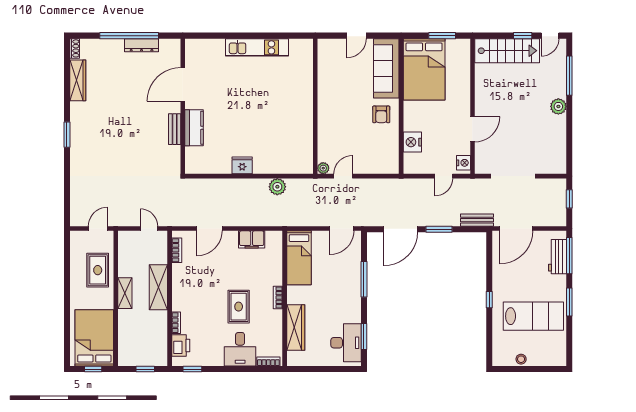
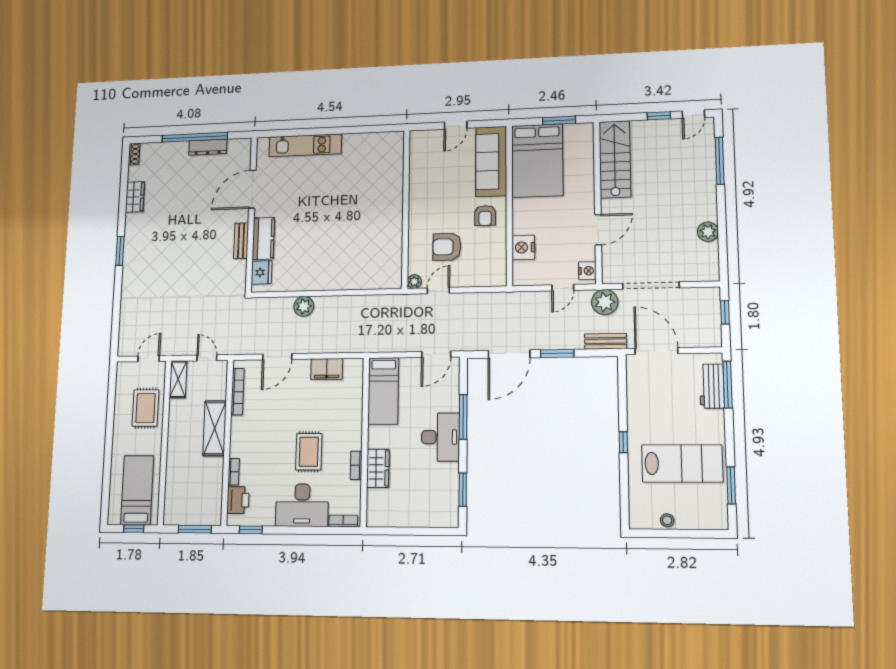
kitchen unit: (257, 47) -> (305, 145), moved
stairs: (507, 51) -> (615, 159), moved, turned -90
wardrobe: (78, 80) -> (135, 197), width x0.67
plant: (558, 106) -> (708, 232), moved
armchair: (350, 140) -> (447, 247), added
fridge: (242, 165) -> (262, 272), moved, turned 90
plant: (277, 187) -> (304, 306), moved
plant: (477, 189) -> (605, 302), added
door: (516, 229) -> (656, 351), swing flipped
bookcase: (177, 250) -> (238, 392), width x1.56
shelving: (125, 293) -> (178, 379), moved
bookcase: (278, 297) -> (356, 465), moved
window: (569, 302) -> (731, 485), moved
wardrobe: (296, 328) -> (378, 468), width x0.67
bed: (94, 338) -> (137, 490), width x0.67
desk: (346, 343) -> (440, 437), moved
desk: (240, 349) -> (302, 505), width x1.37
window: (145, 369) -> (195, 529), width x1.50

